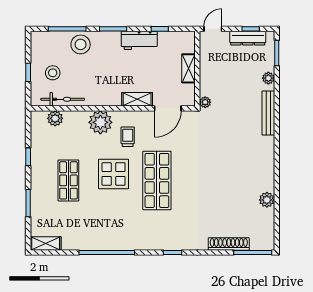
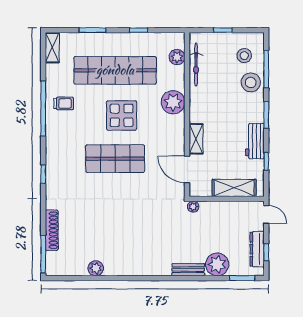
shelving: (189, 68) -> (234, 188), width x1.50, depth x1.33
stool: (53, 73) -> (244, 56), moved
plant: (268, 78) -> (217, 264), width x1.87, depth x1.87
bench: (268, 113) -> (188, 270), width x0.73
trolley: (128, 137) -> (64, 103), moved
shop shelf: (68, 180) -> (115, 70), width x2.00, depth x1.36

